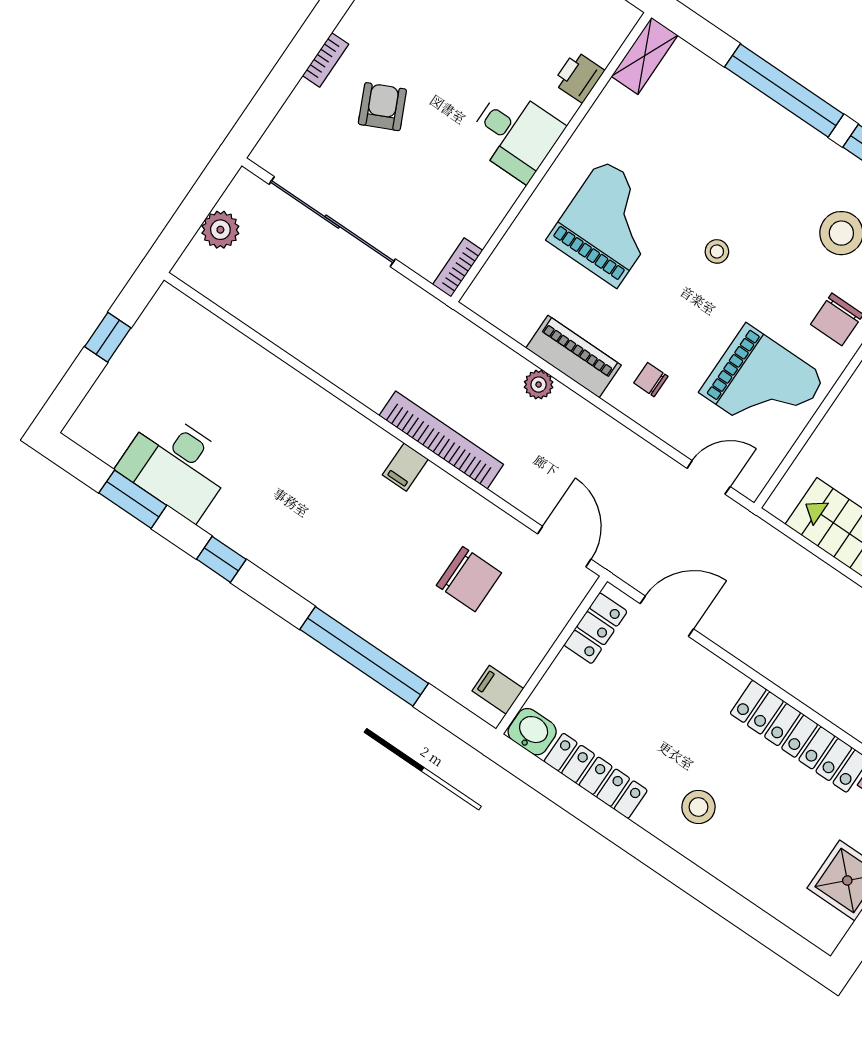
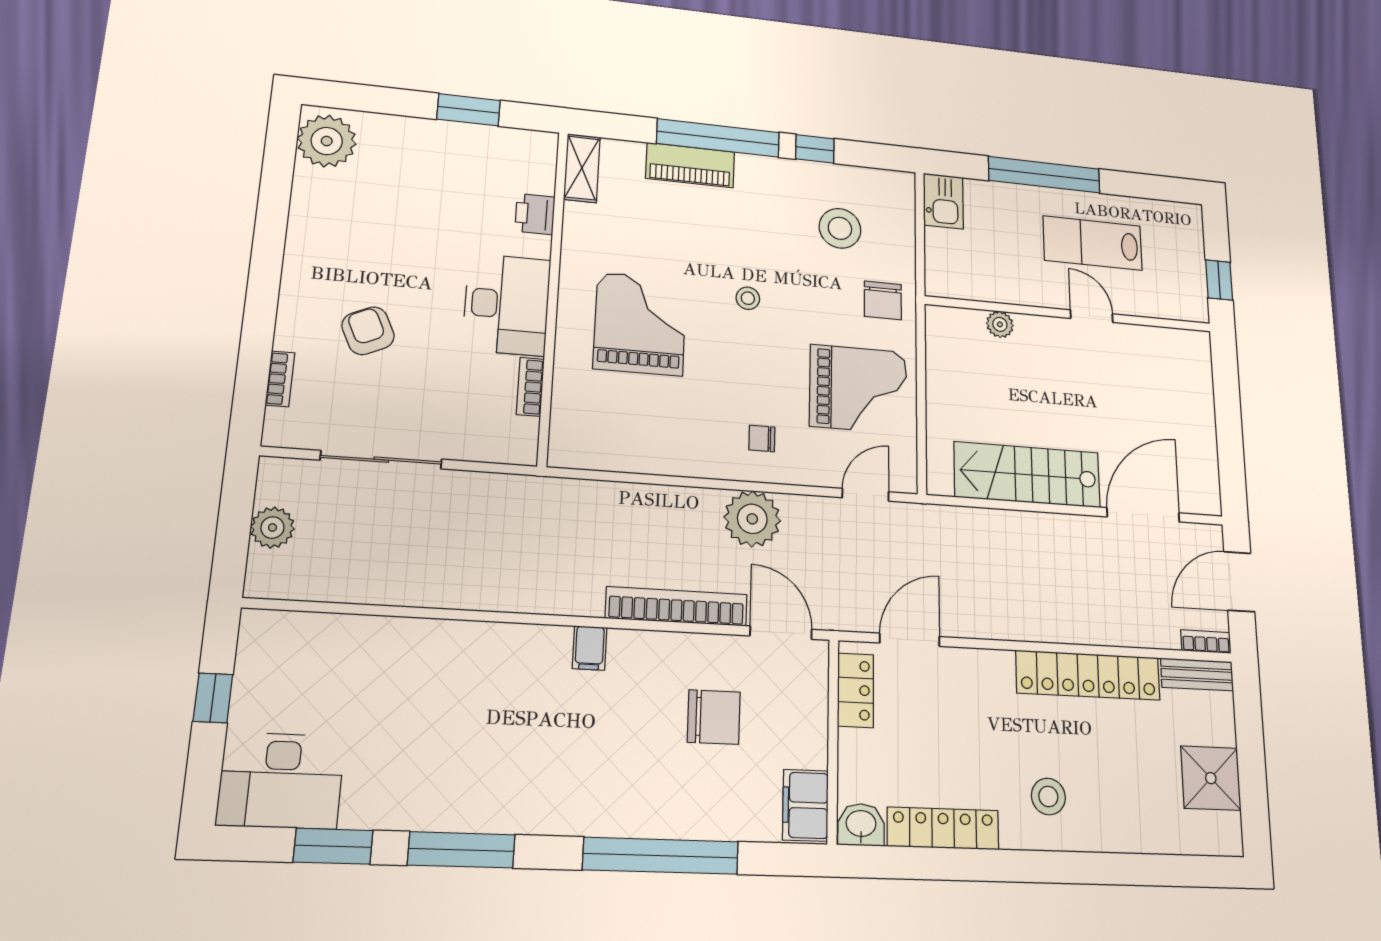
bookcase: (326, 60) -> (280, 379), moved
desk: (515, 134) -> (507, 305), width x1.37
sliding door: (332, 222) -> (381, 460), width x0.73
bookcase: (458, 268) -> (530, 387), moved
piano: (574, 357) -> (690, 165), moved, turned 180
plant: (539, 385) -> (752, 519), moved, width x1.88, depth x1.88
bookcase: (441, 440) -> (677, 606), moved
desk: (176, 465) -> (281, 781), moved
window: (221, 559) -> (461, 850), width x2.17
filing cabinet: (498, 690) -> (805, 805), width x2.00

